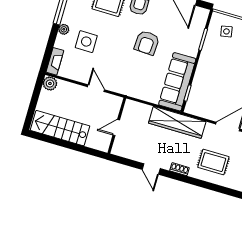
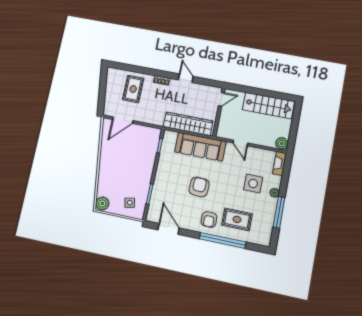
sofa: (177, 82) -> (200, 147), moved, turned 90
wardrobe: (177, 122) -> (188, 124), moved
door: (116, 127) -> (221, 99), moved
rug: (213, 162) -> (133, 89), turned 90

